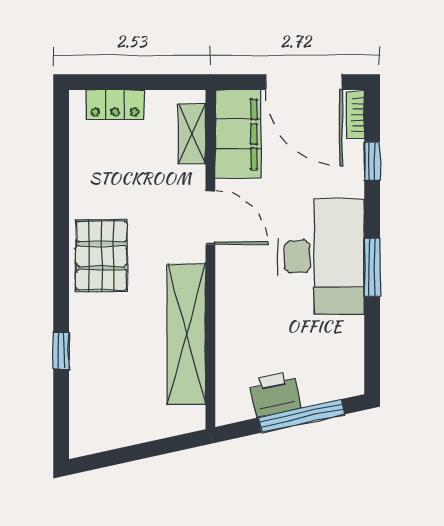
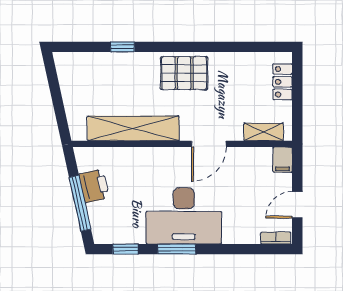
door: (304, 82) -> (297, 205), width x0.53
filing cabinet: (238, 134) -> (283, 160), width x0.33, depth x0.86
window: (372, 161) -> (125, 249), moved

